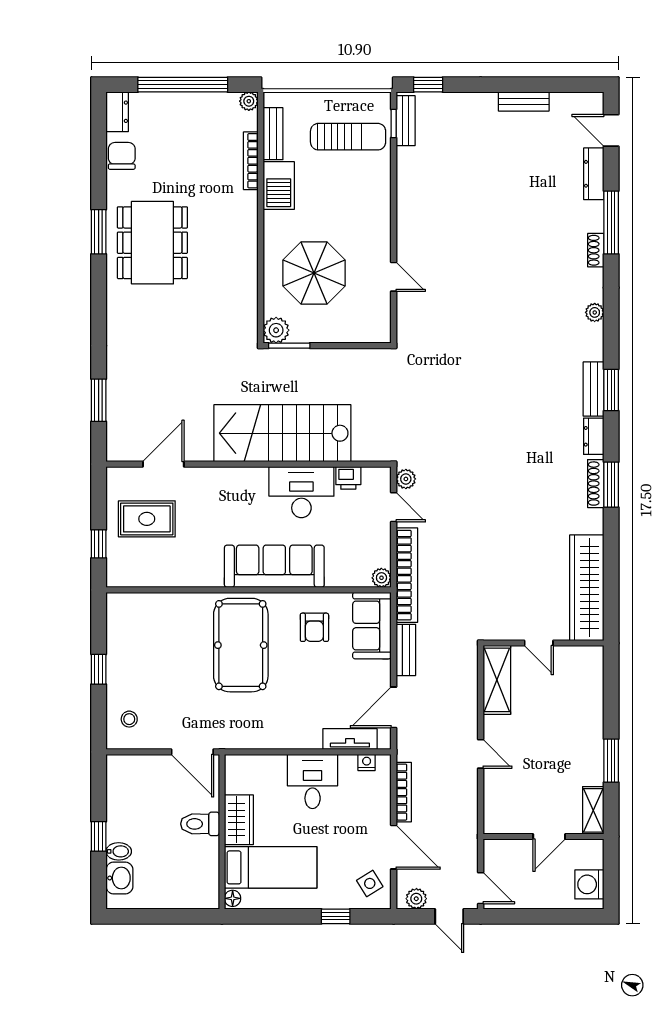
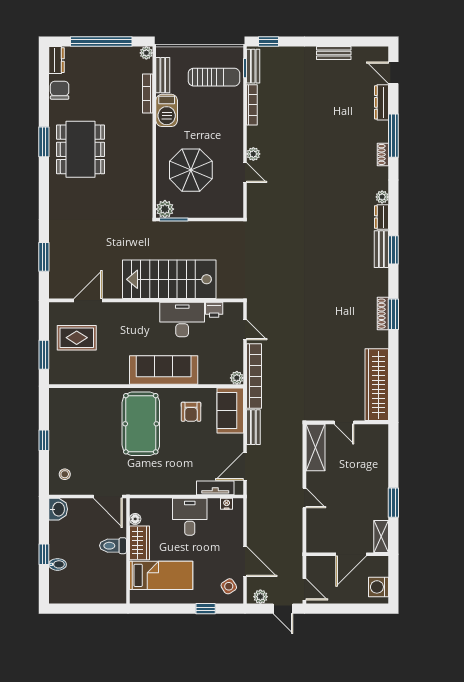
dresser: (594, 436) -> (381, 217), moved
plant: (406, 479) -> (253, 154), moved
window: (99, 544) -> (44, 355), width x1.50
bookcase: (404, 792) -> (252, 105), moved
door: (549, 836) -> (351, 554), width x1.38
washbasin: (119, 878) -> (58, 509), moved
floor lamp: (233, 898) -> (135, 519), moved

